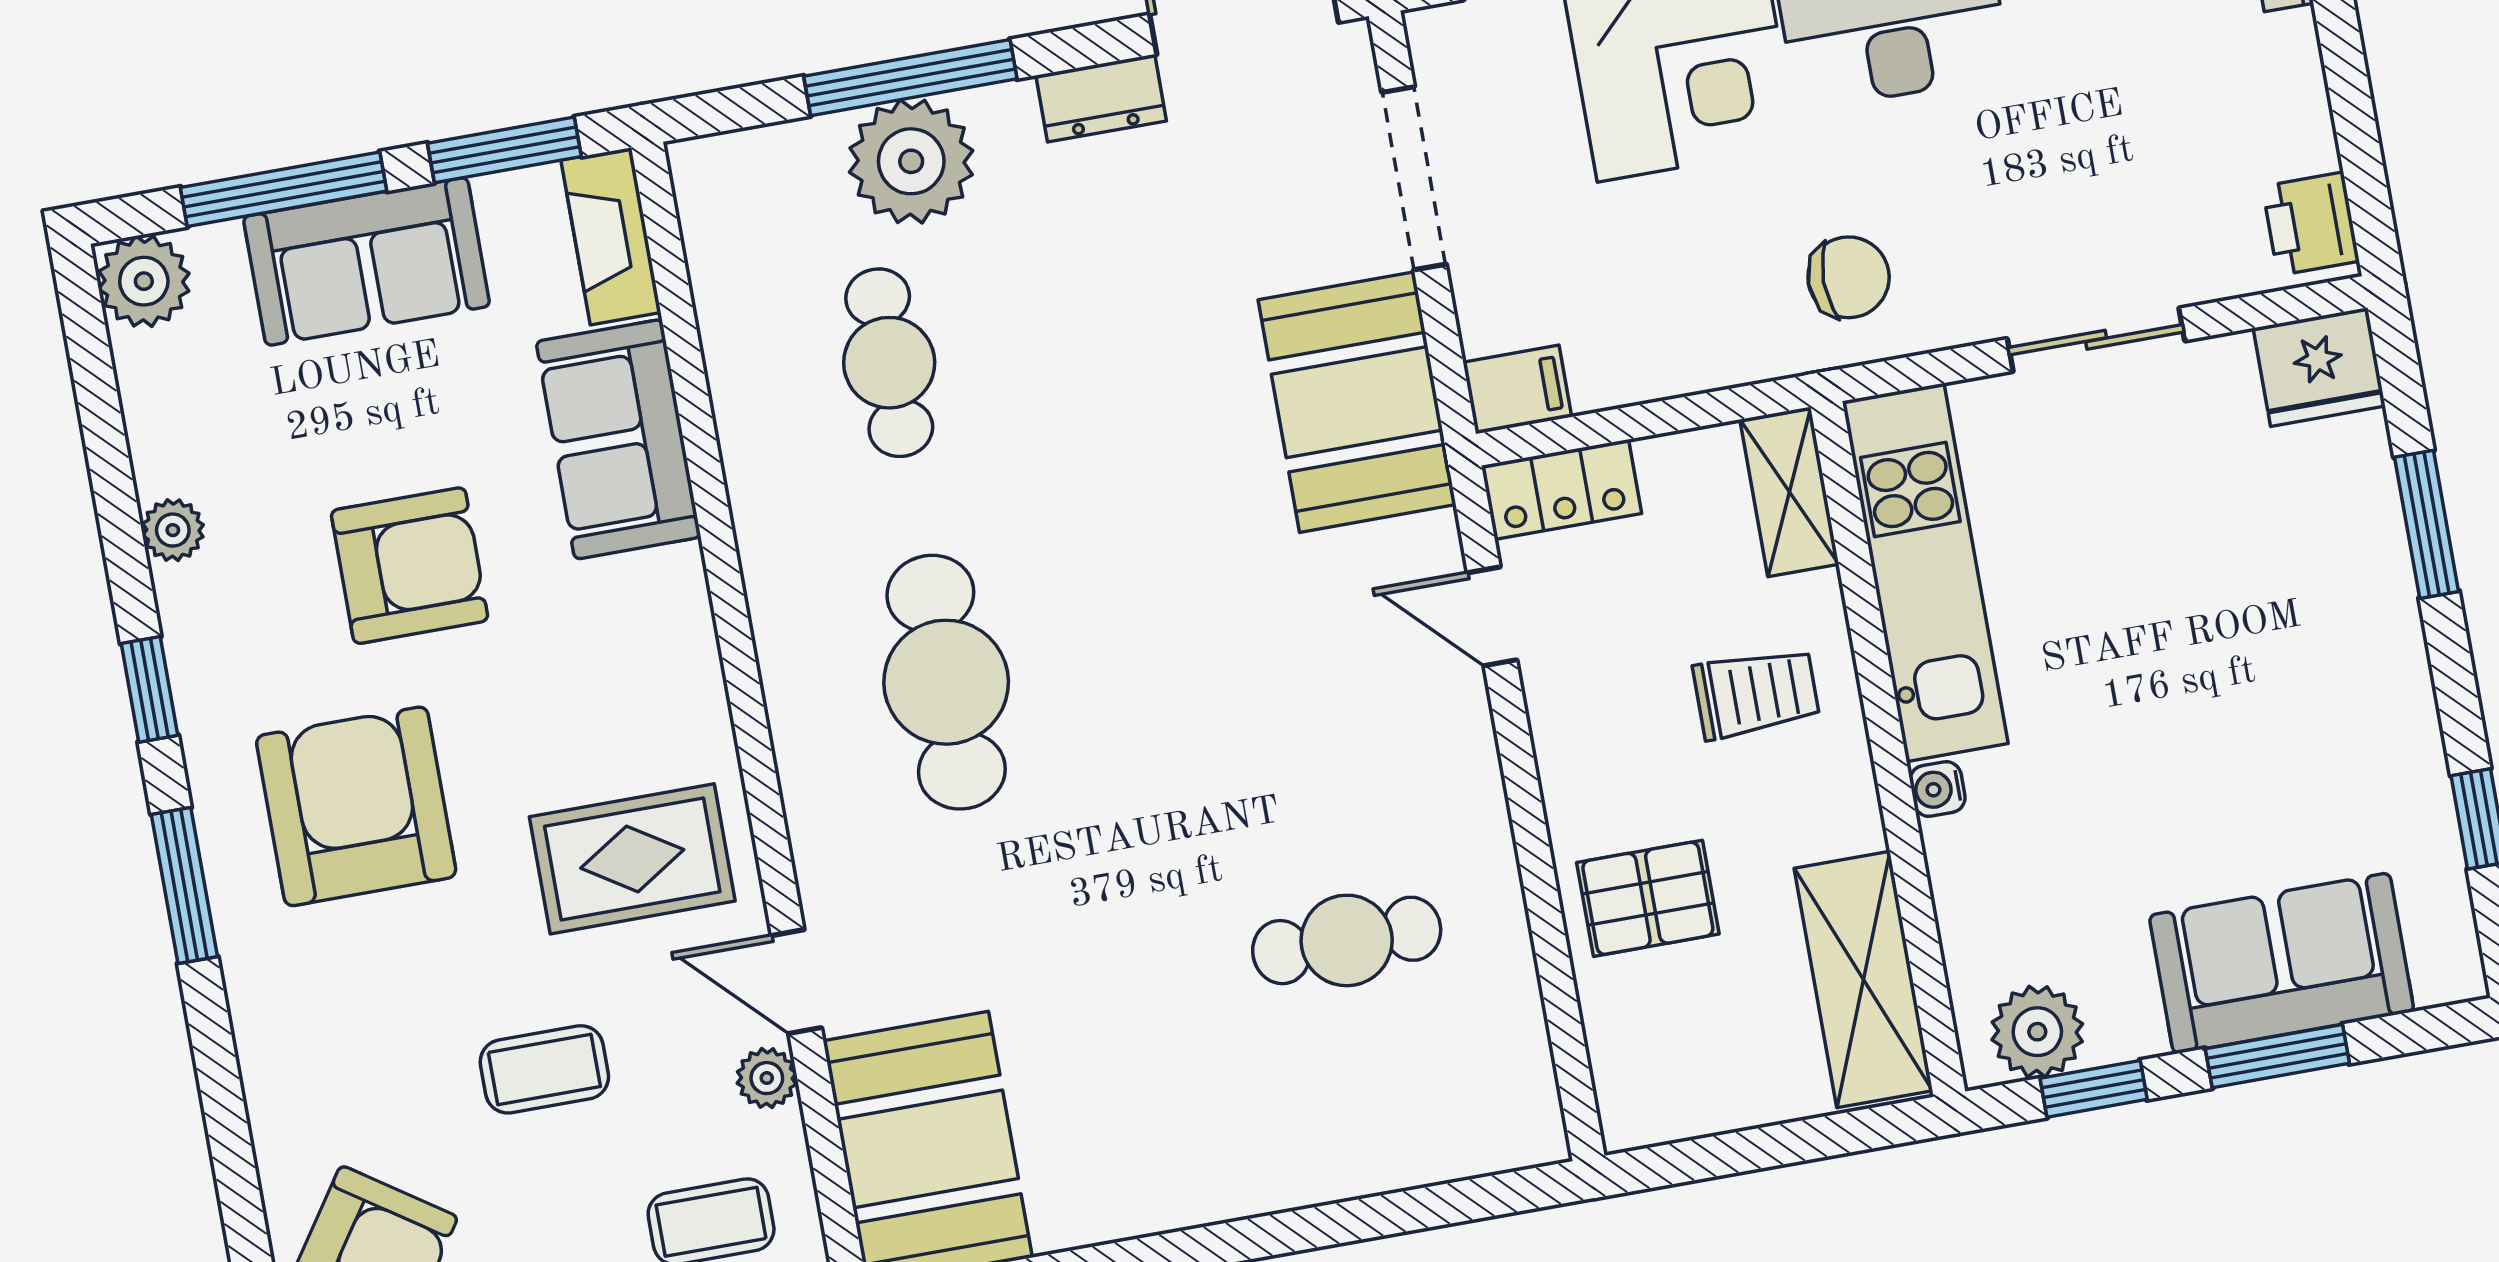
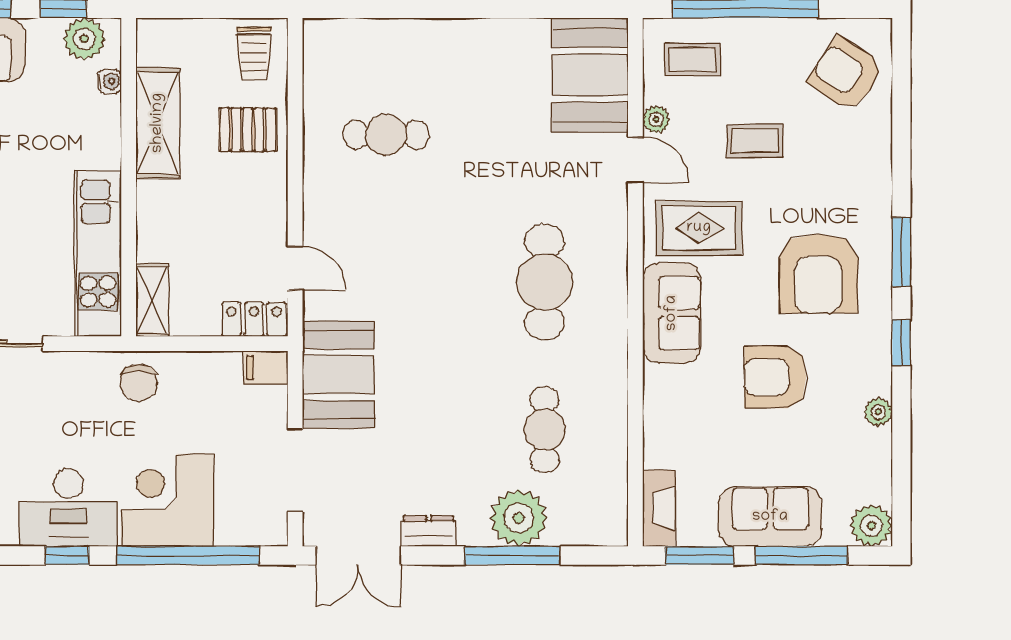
chair: (1849, 277) -> (139, 383), moved, turned -90
sofa: (618, 439) -> (672, 313), moved
trolley: (1756, 693) -> (254, 53), moved, turned -90
water cooler: (1937, 789) -> (110, 81), moved
shelving: (1863, 979) -> (158, 123), moved

